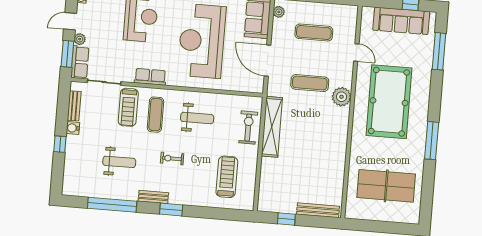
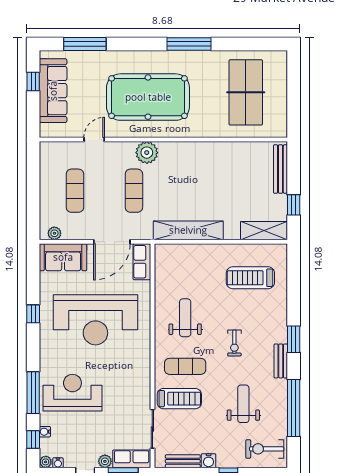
row of seats: (150, 77) -> (142, 262), moved
exercise bike: (248, 127) -> (265, 449), moved
shelving: (266, 192) -> (264, 231), added

